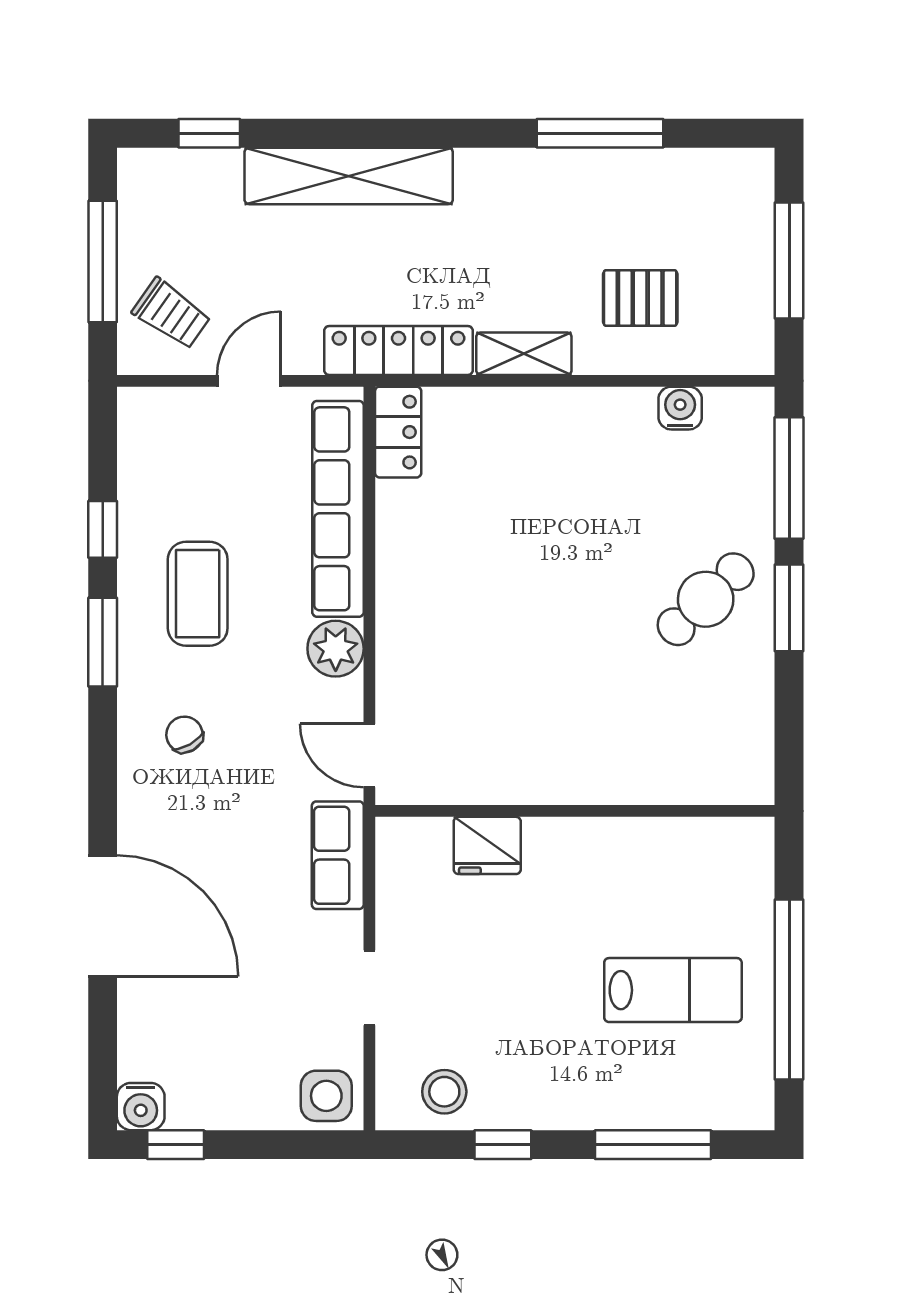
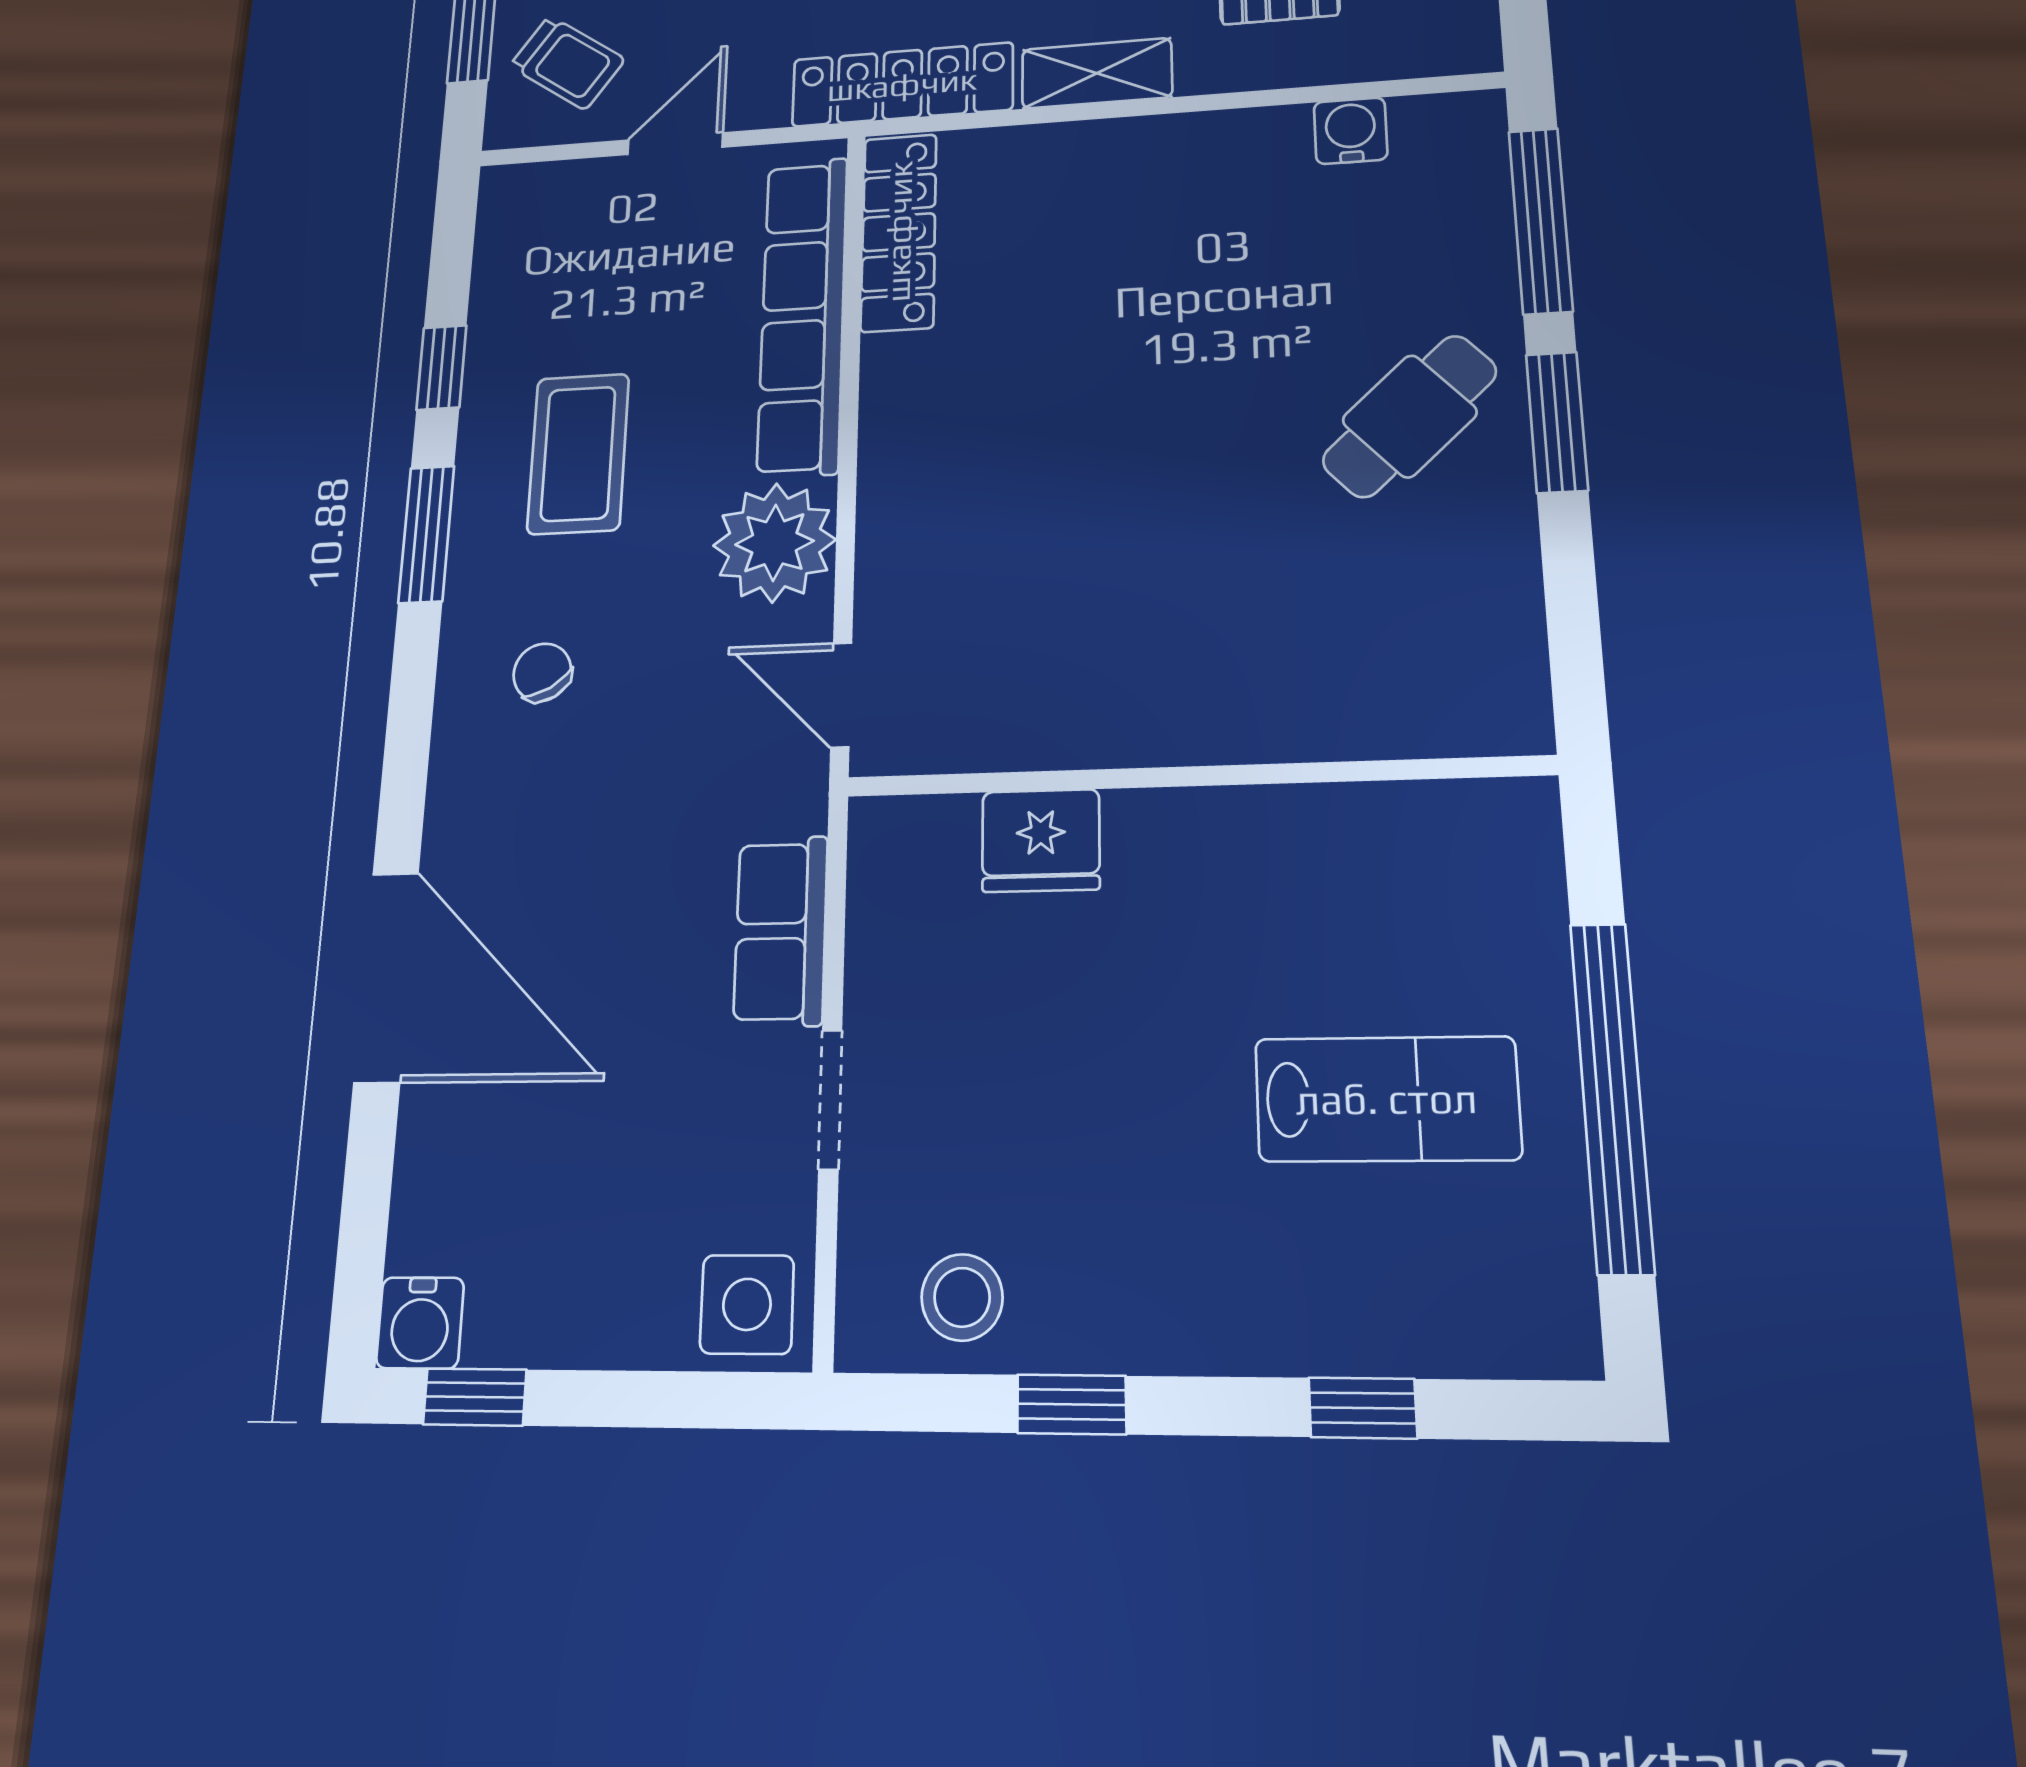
locker: (398, 432) -> (899, 232), width x1.53
plant: (336, 649) -> (774, 543), width x1.36, depth x1.36
row of seats: (338, 855) -> (781, 931), moved
window: (653, 1145) -> (1363, 1408), width x0.46

